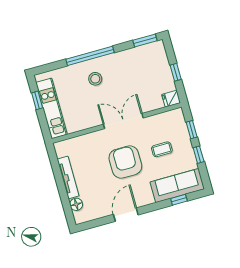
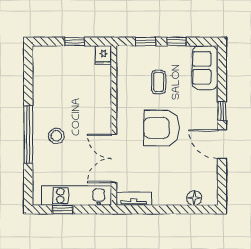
window: (145, 40) -> (28, 67), removed
double door: (123, 121) -> (114, 158), moved
tv unit: (68, 178) -> (134, 199), moved, width x0.71
sofa: (177, 185) -> (205, 68), width x0.73
window: (179, 200) -> (222, 111), moved

